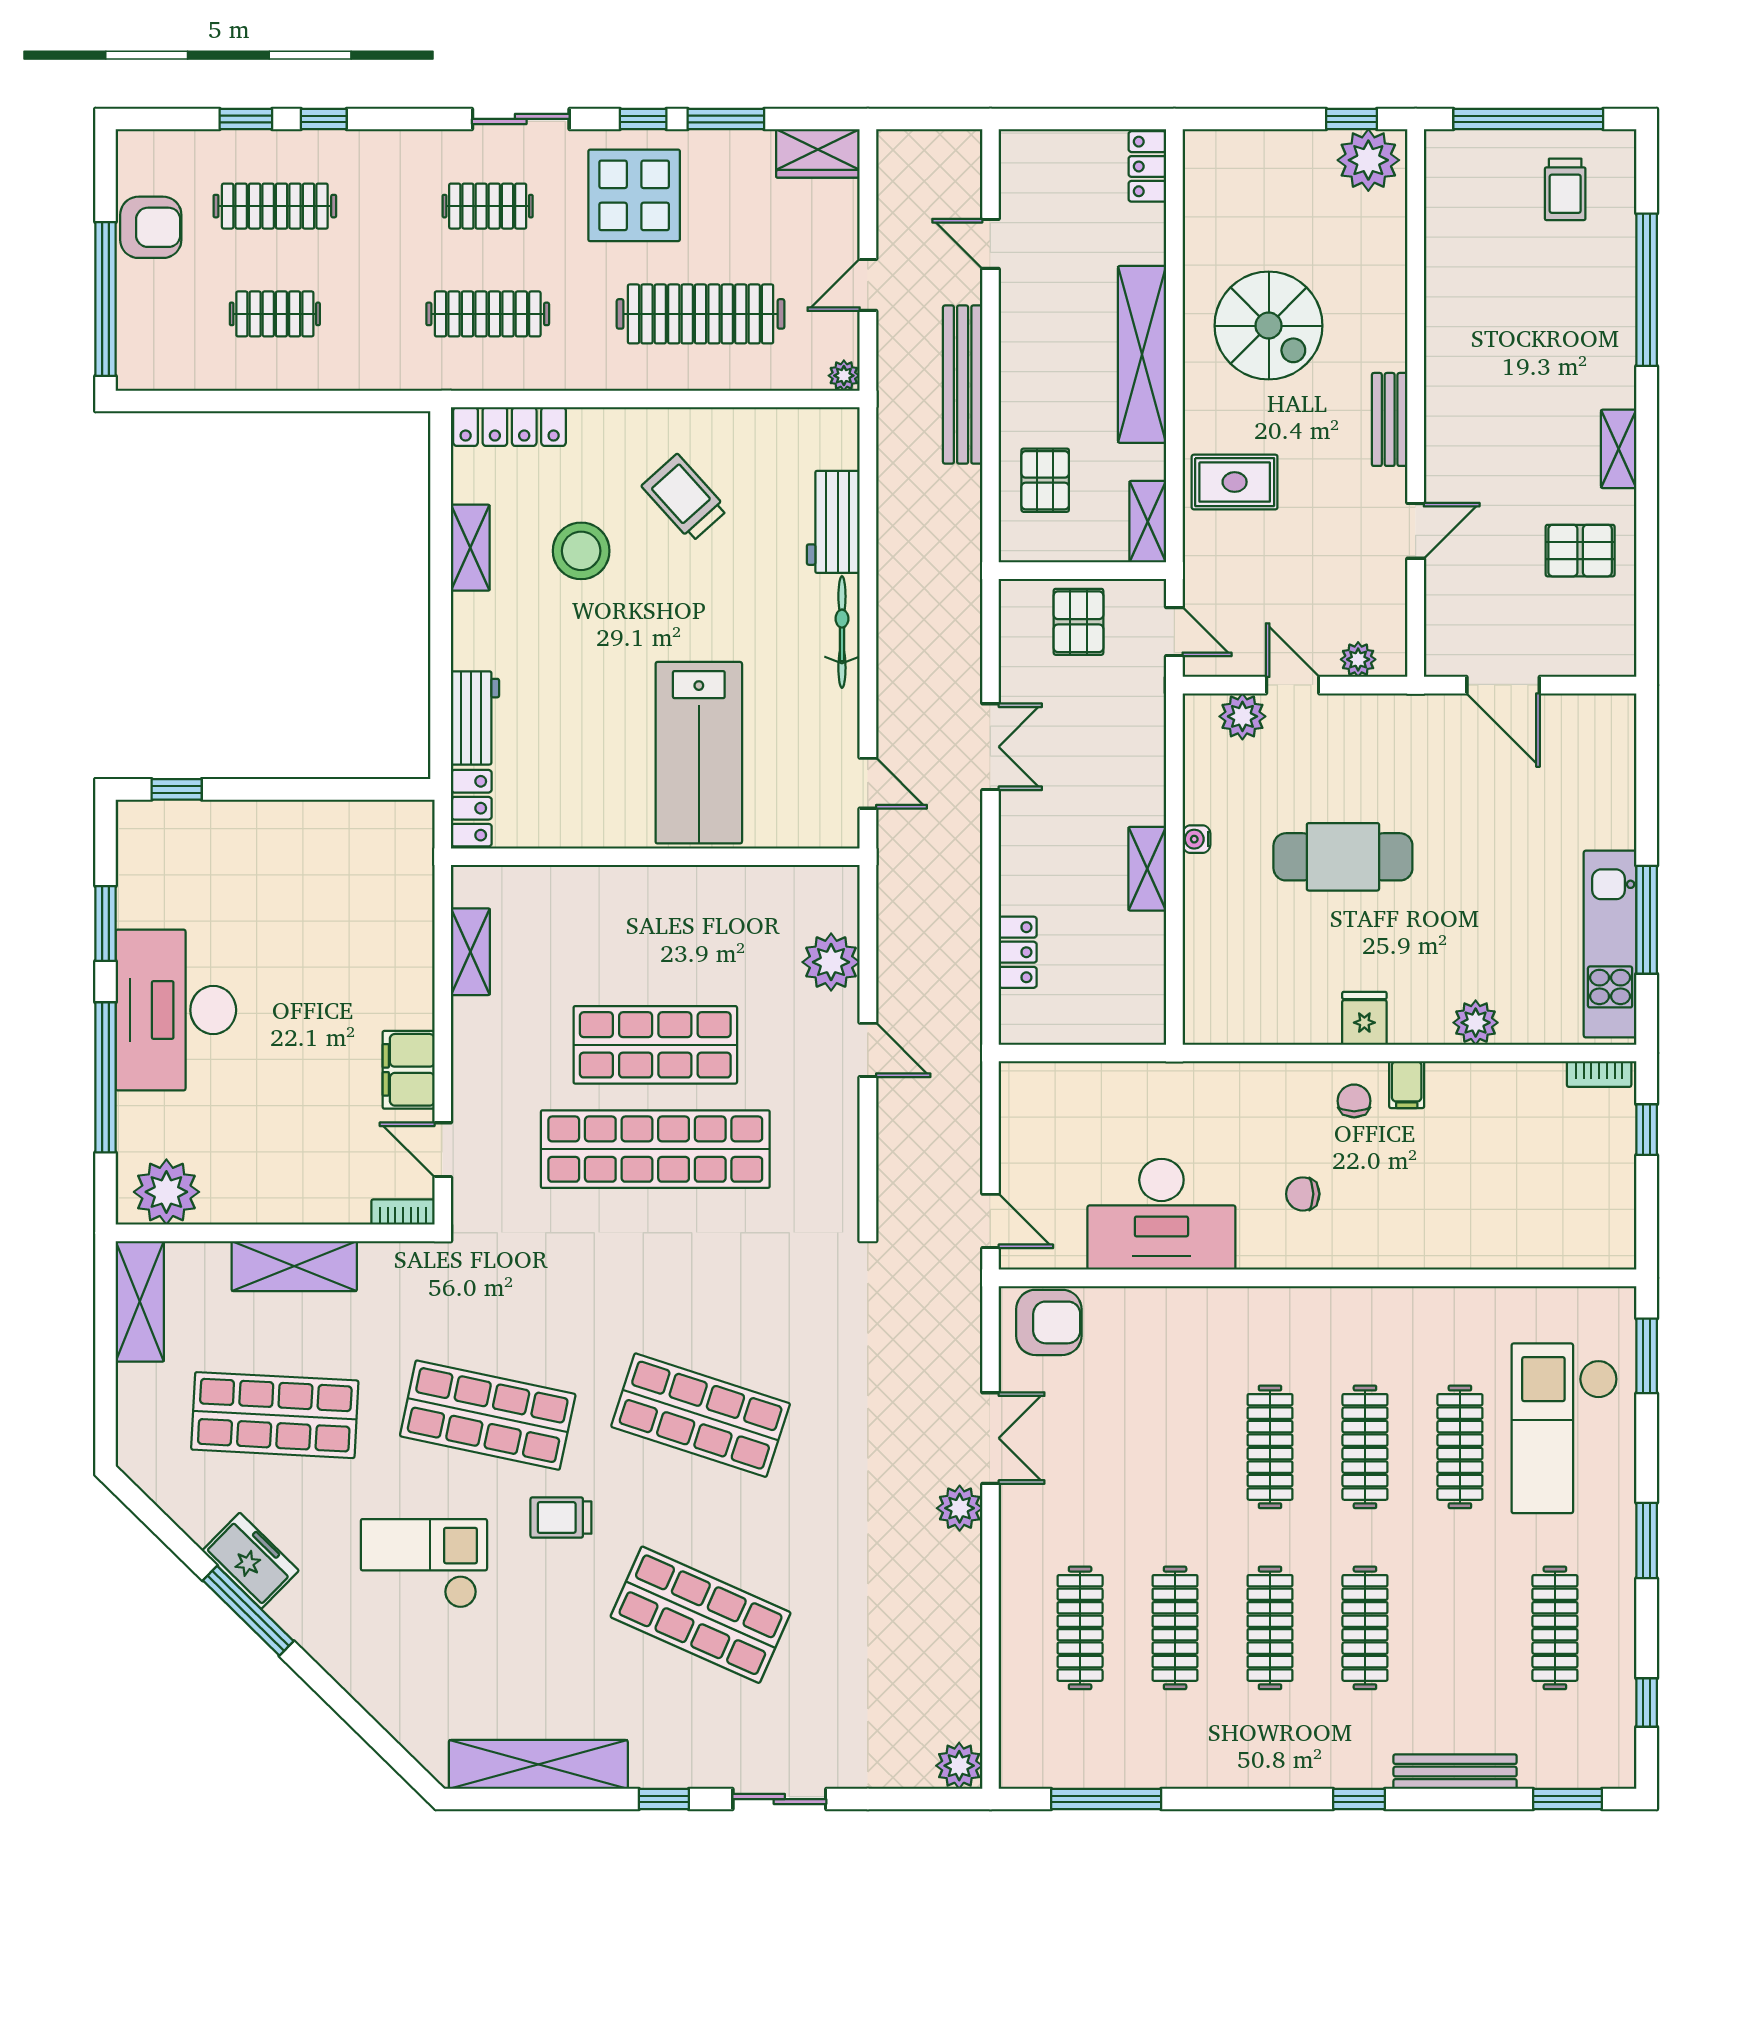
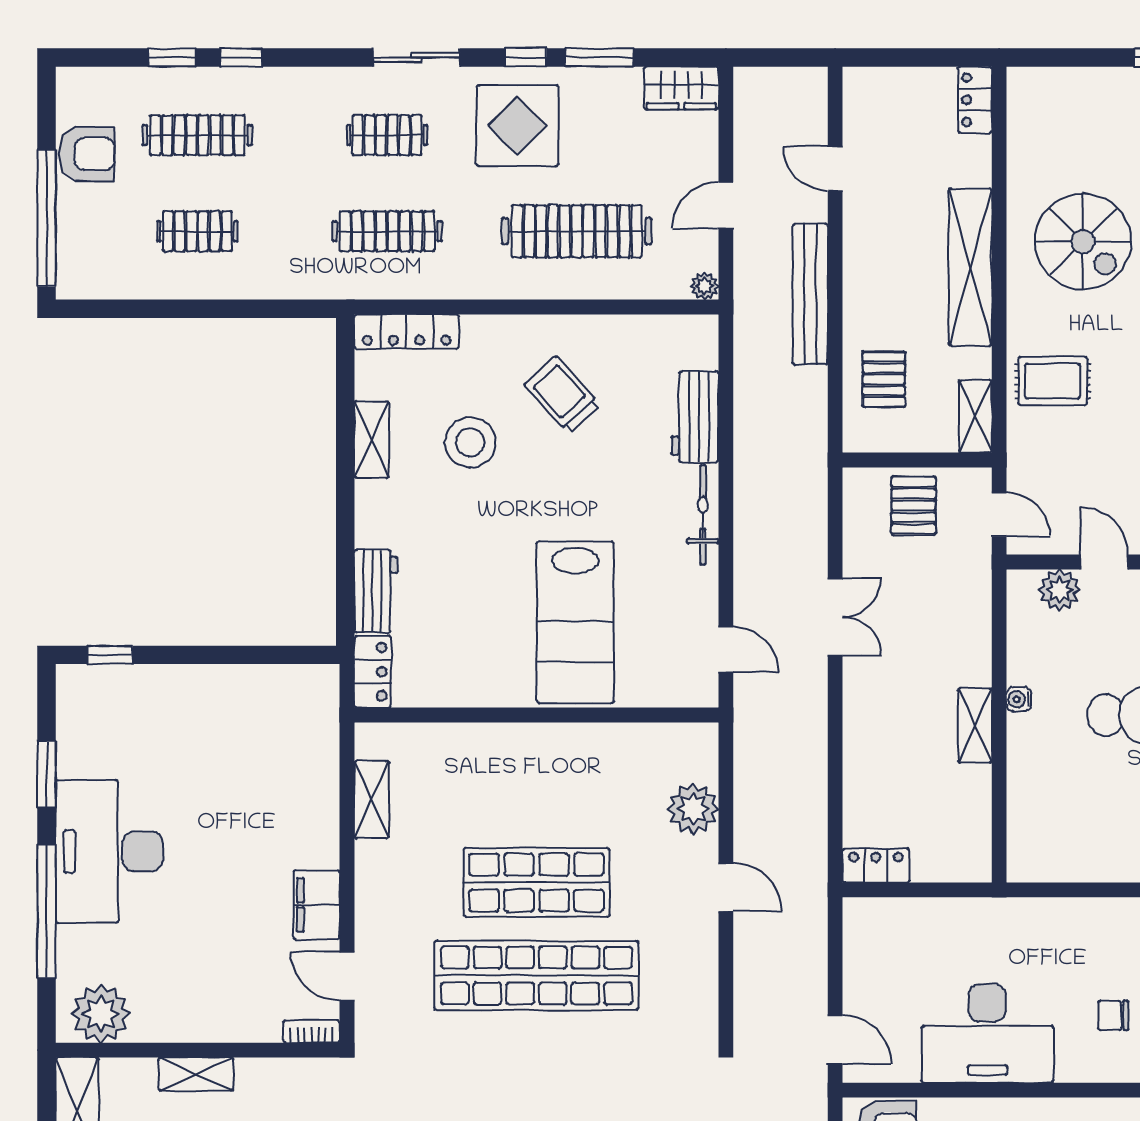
locker: (1018, 952) -> (876, 866), moved, turned -90
shelving: (294, 1266) -> (196, 1074), width x0.67, depth x0.75

